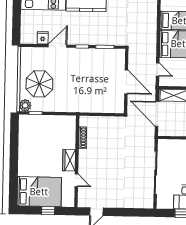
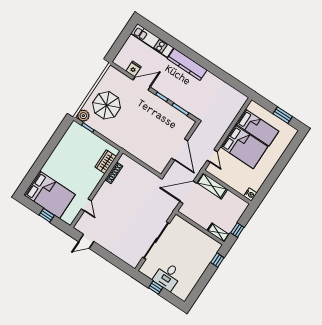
door: (157, 114) -> (188, 192), hinge flipped
wardrobe: (69, 160) -> (106, 162), moved

